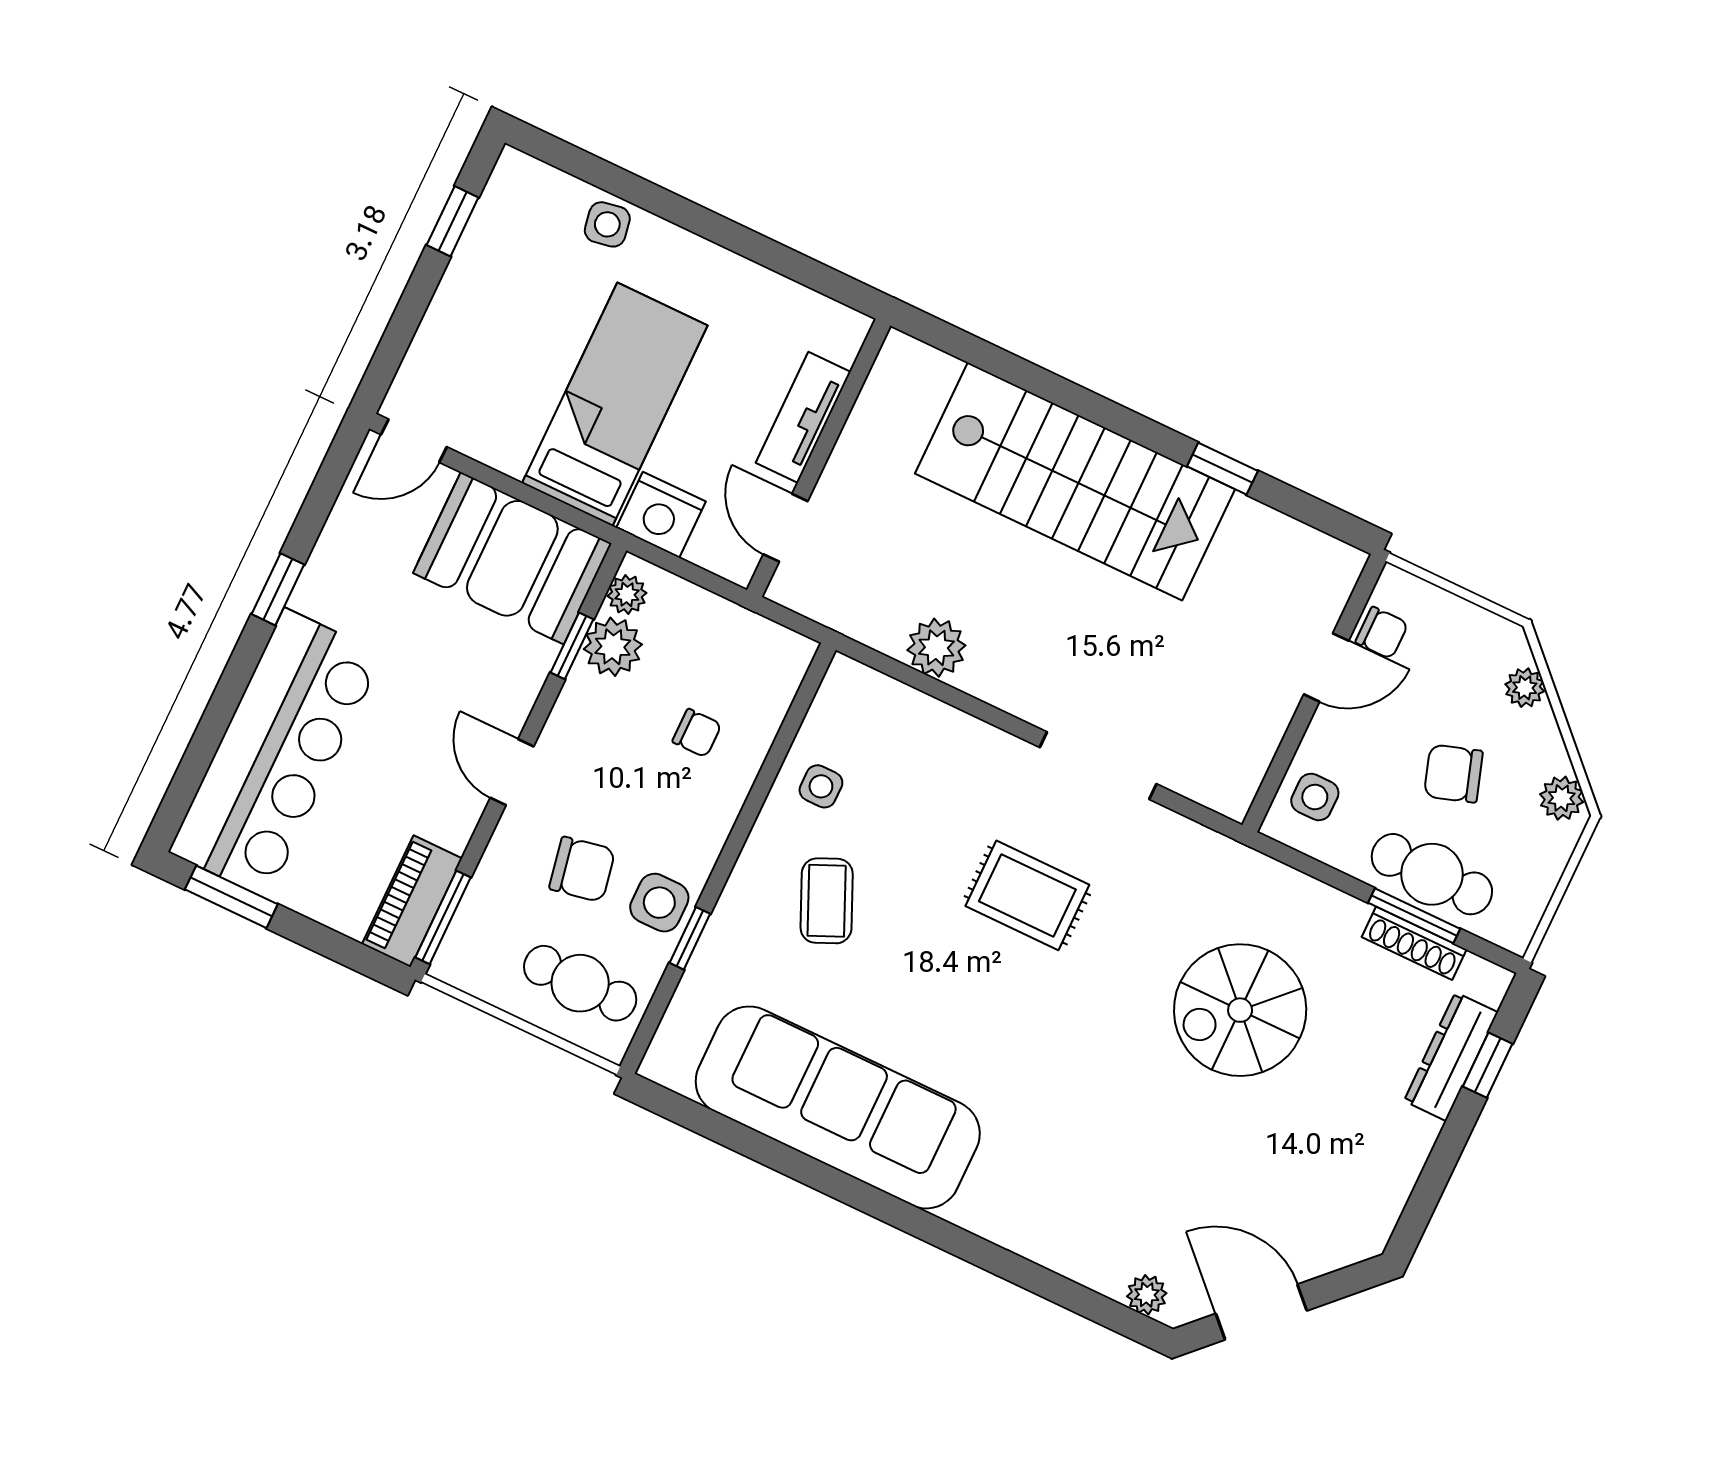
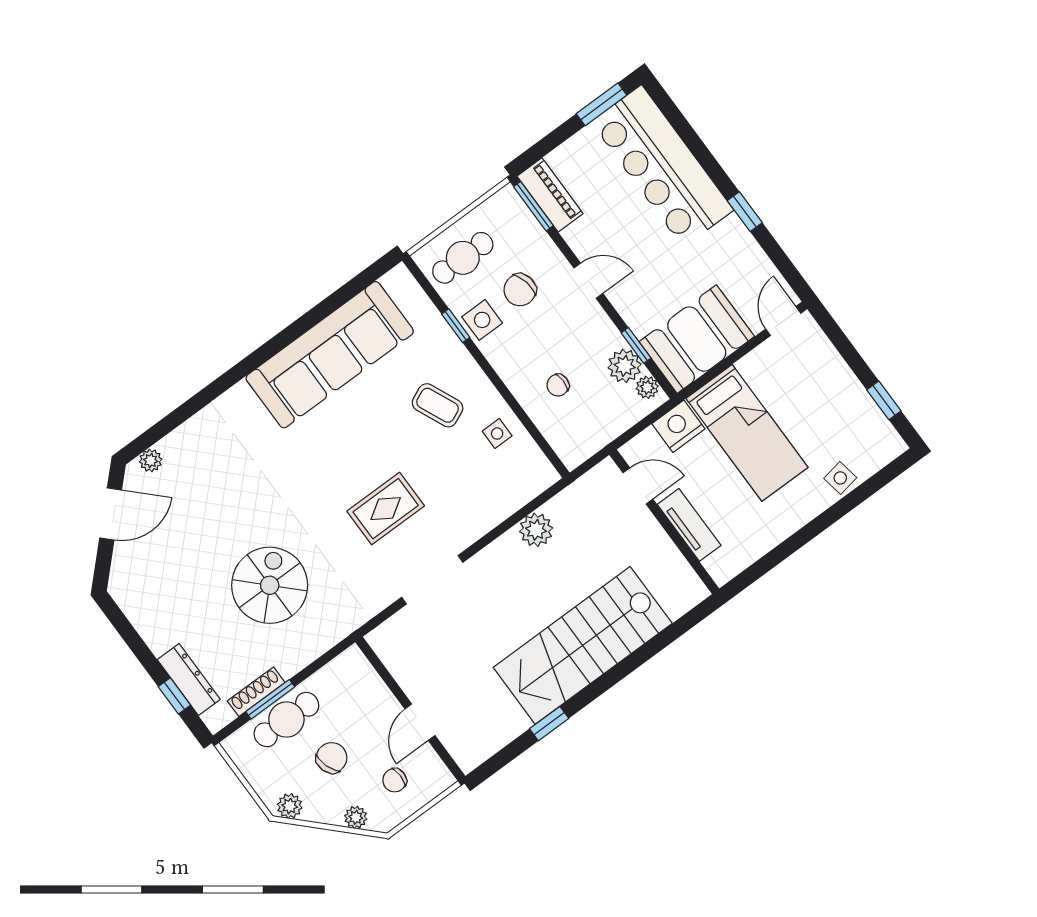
chair: (1382, 633) -> (395, 780), moved
side table: (1315, 797) -> (357, 681), removed

